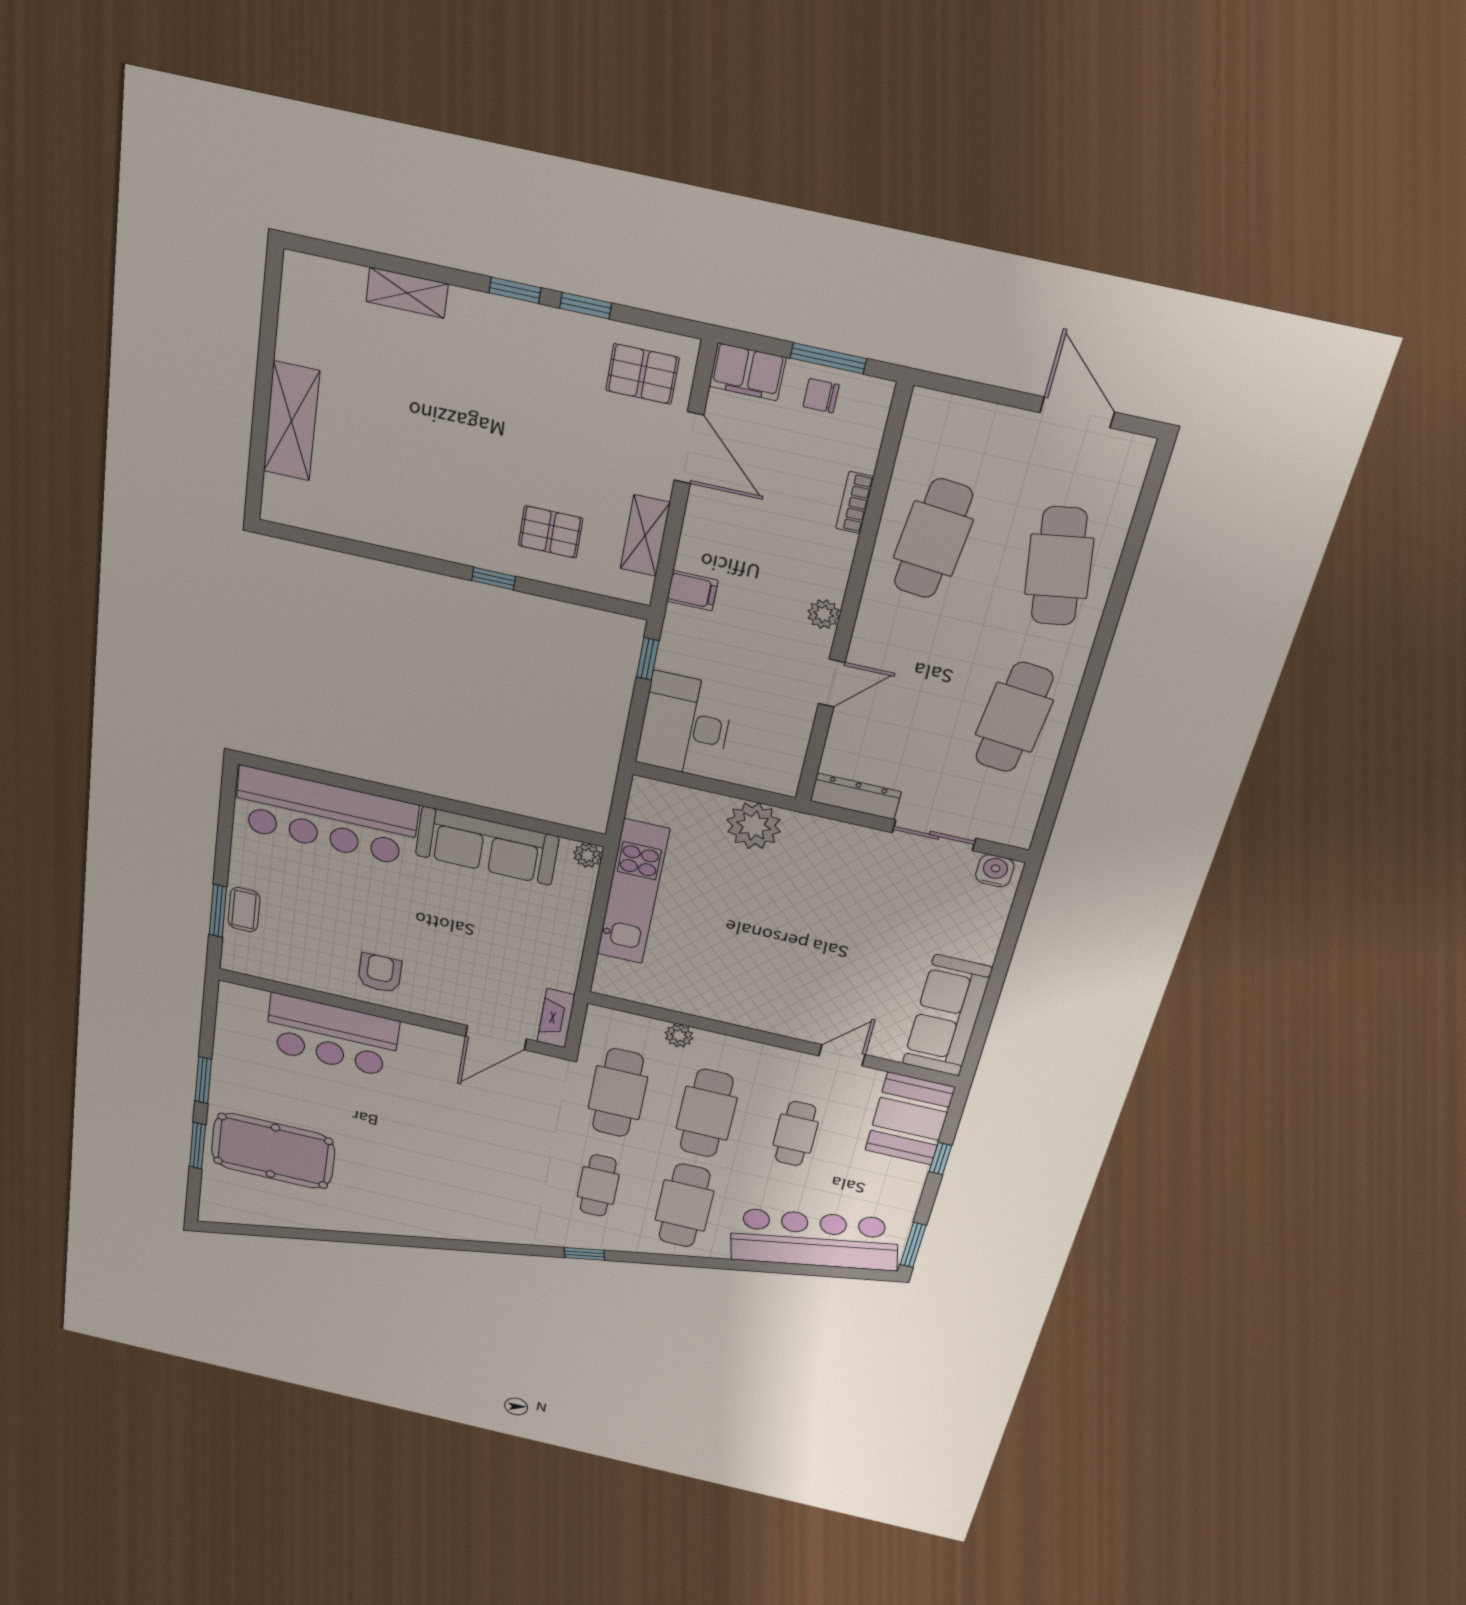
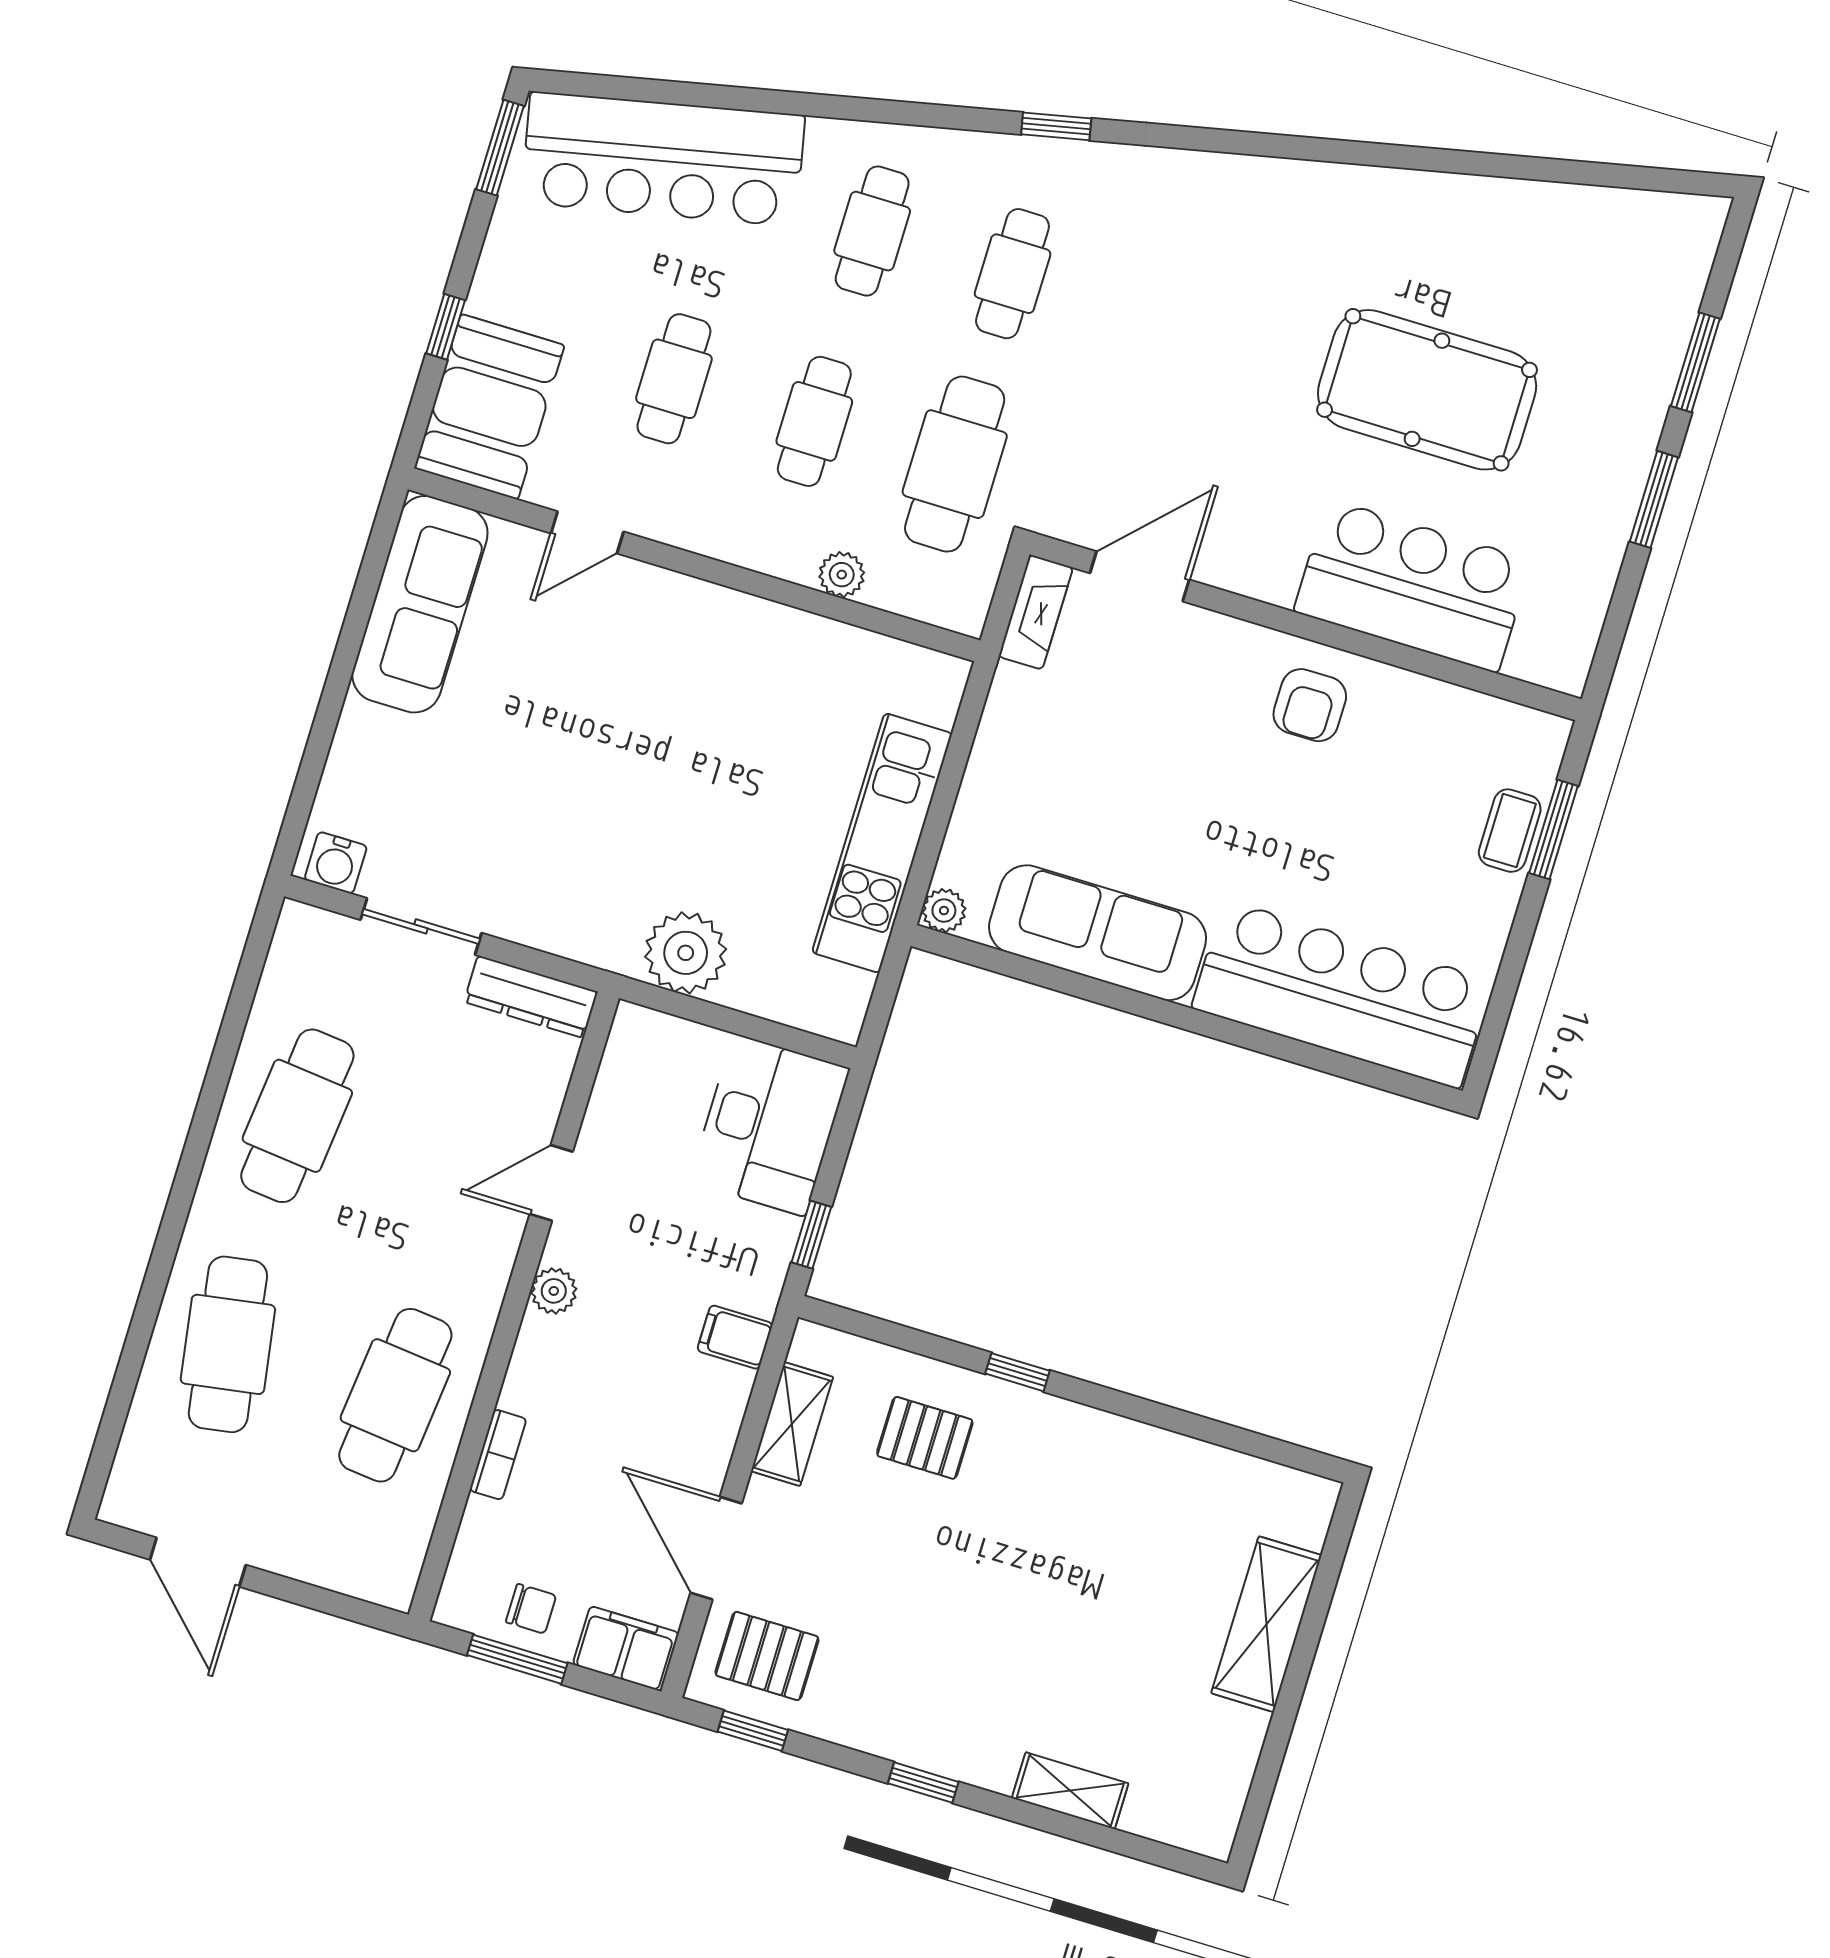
window: (586, 306) -> (753, 1731), moved
cafe table: (707, 1113) -> (814, 421), width x0.73, depth x0.74
pool table: (273, 1151) -> (1427, 390), moved
cafe table: (684, 1206) -> (872, 231), width x0.73, depth x0.74

